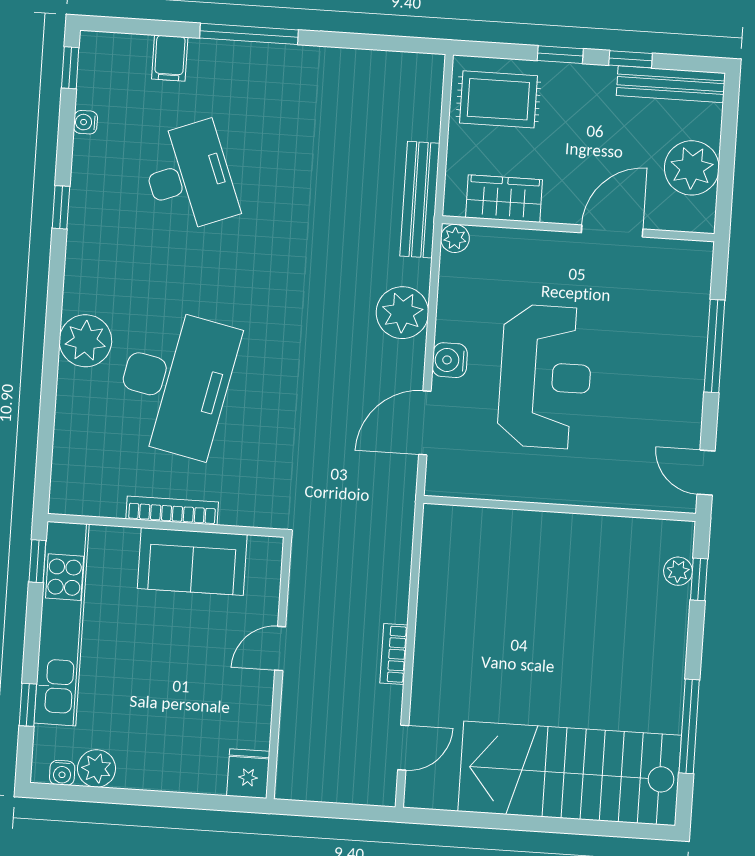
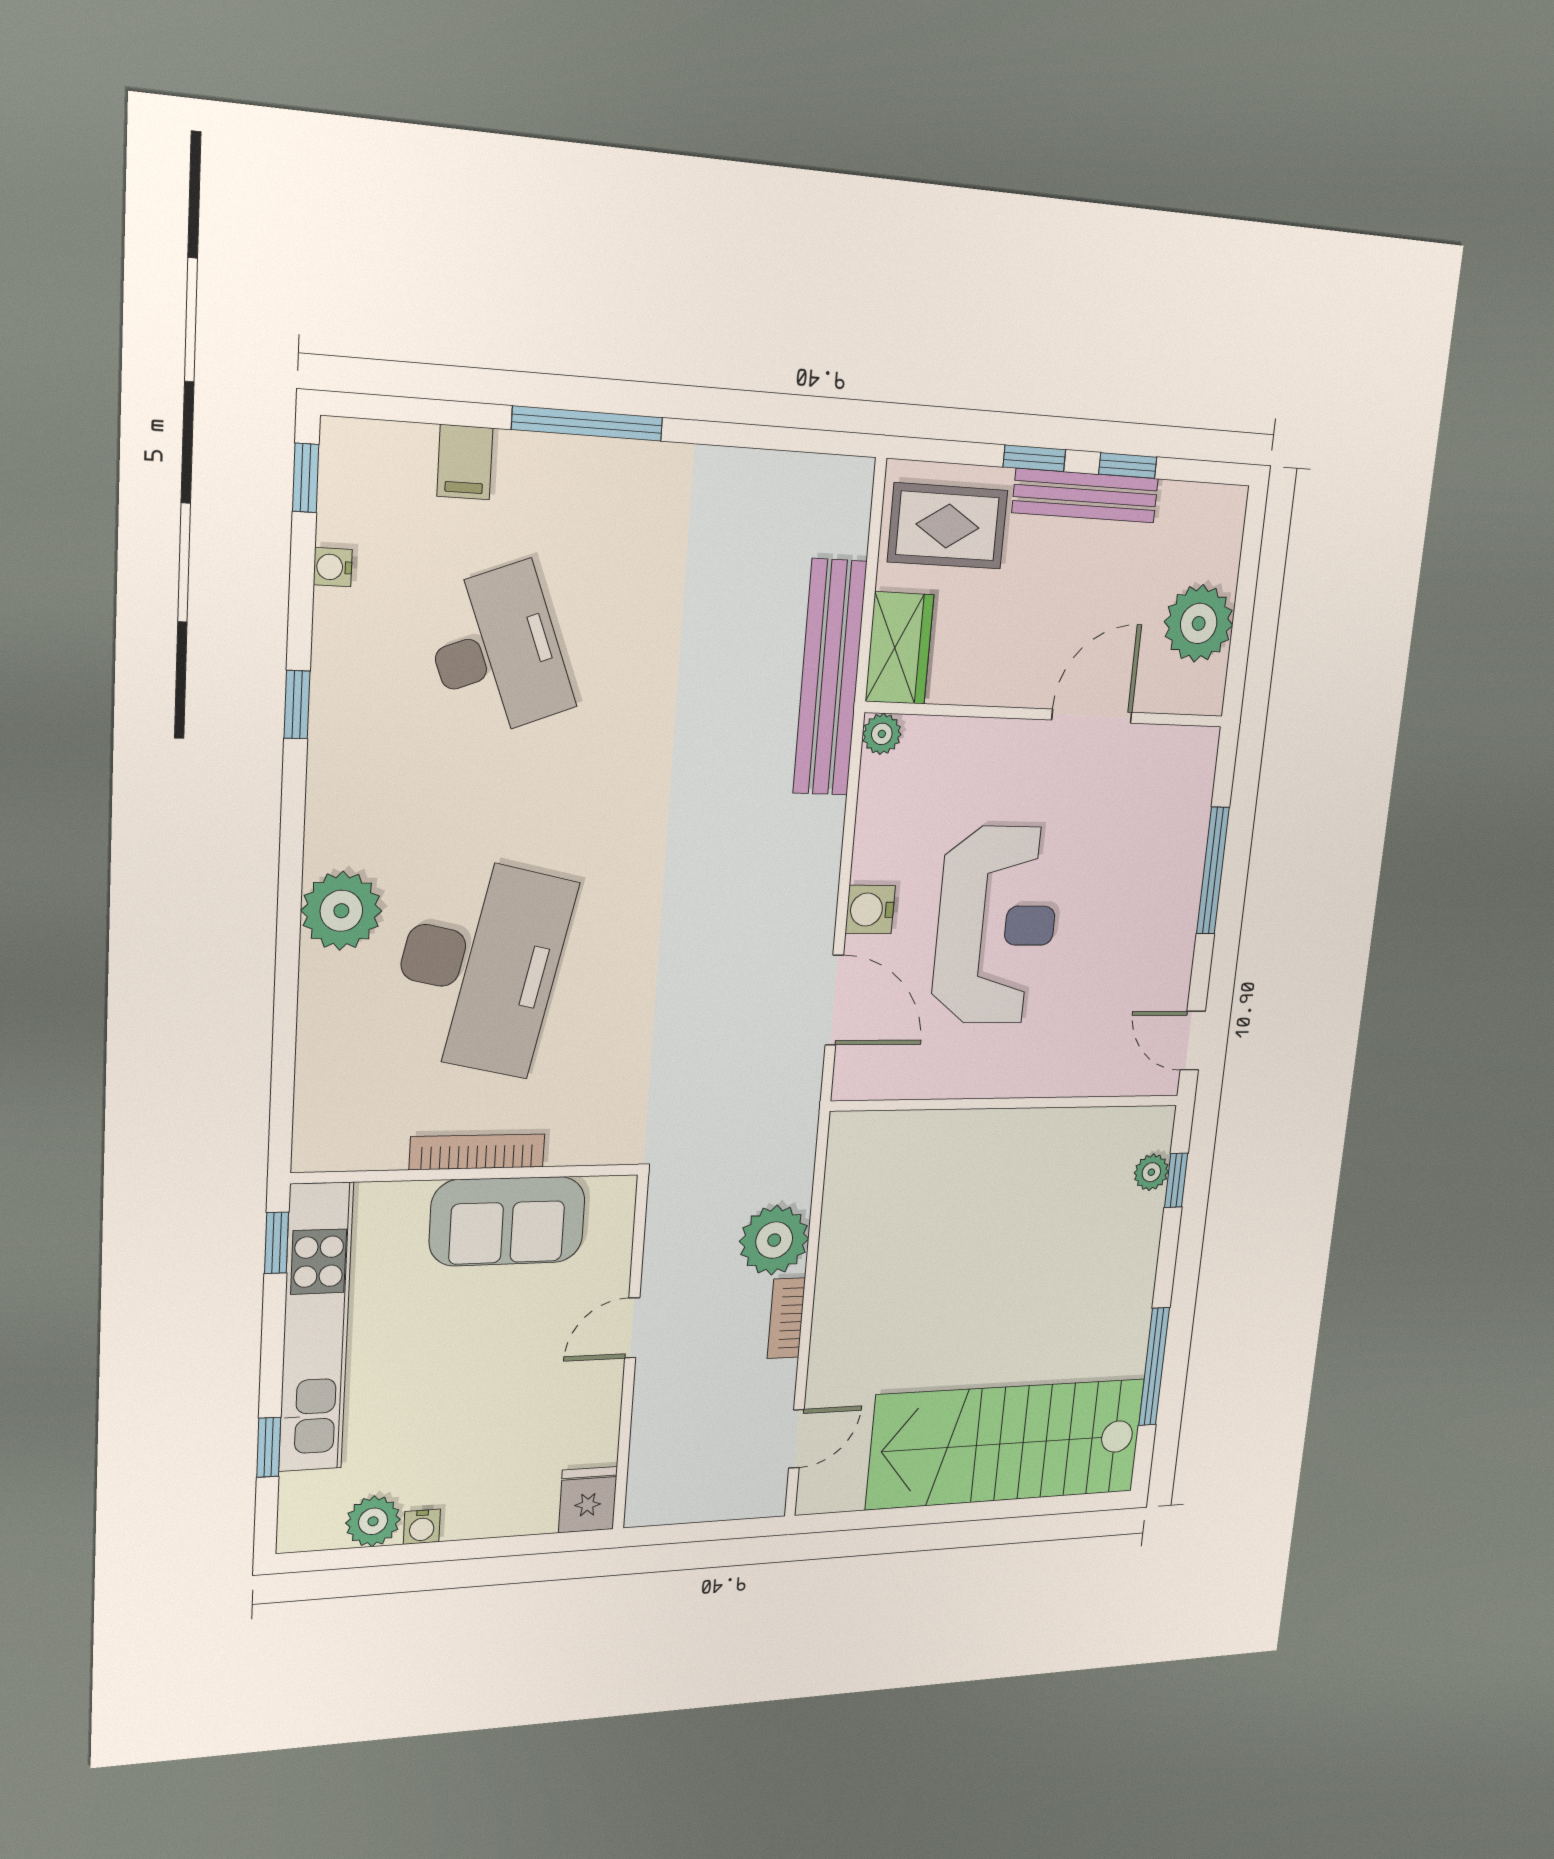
bench: (671, 84) -> (1085, 496), moved
wardrobe: (504, 199) -> (899, 648), moved, turned 90
bench: (420, 200) -> (830, 678), width x1.37, depth x1.21
plant: (402, 313) -> (774, 1240), moved
door: (425, 423) -> (834, 1000), swing flipped
water cooler: (62, 773) -> (422, 1527), moved

